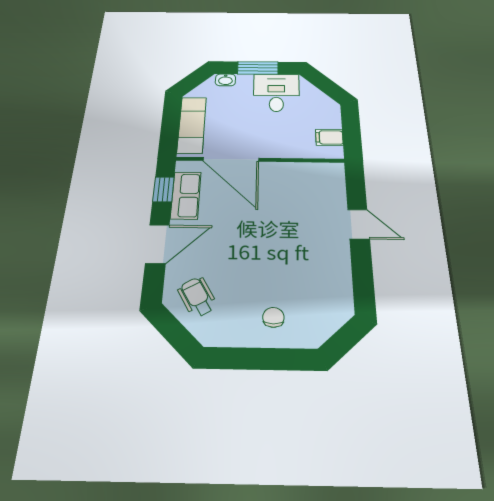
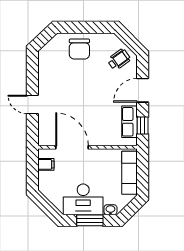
desk: (276, 93) -> (83, 199), width x1.37
door: (231, 159) -> (72, 147), moved
wheelchair: (197, 297) -> (119, 60), turned -96
chair: (273, 317) -> (79, 49), width x1.87, depth x1.87

